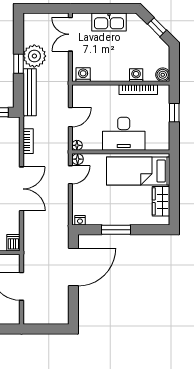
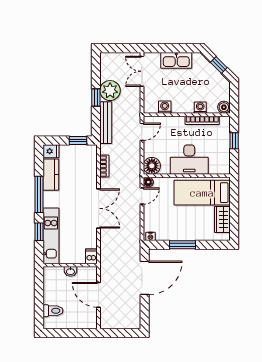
washing machine: (83, 75) -> (165, 107), moved
door: (70, 117) -> (142, 132), moved
floor lamp: (77, 145) -> (152, 166), width x1.89, depth x1.89

